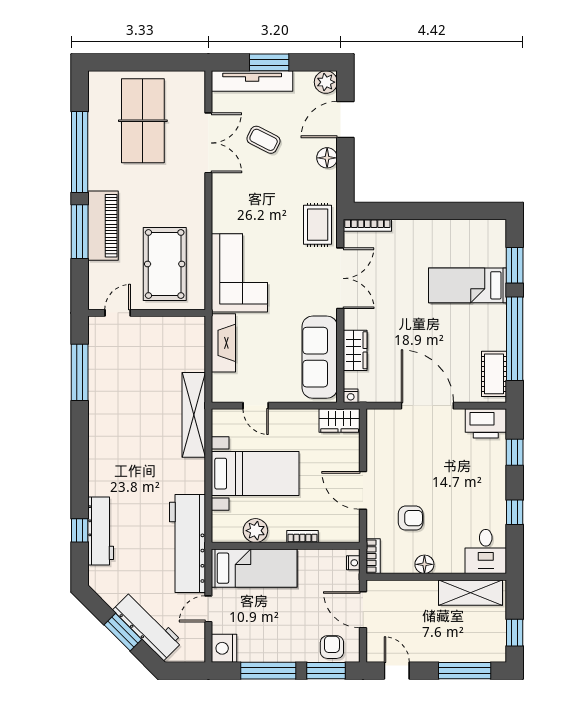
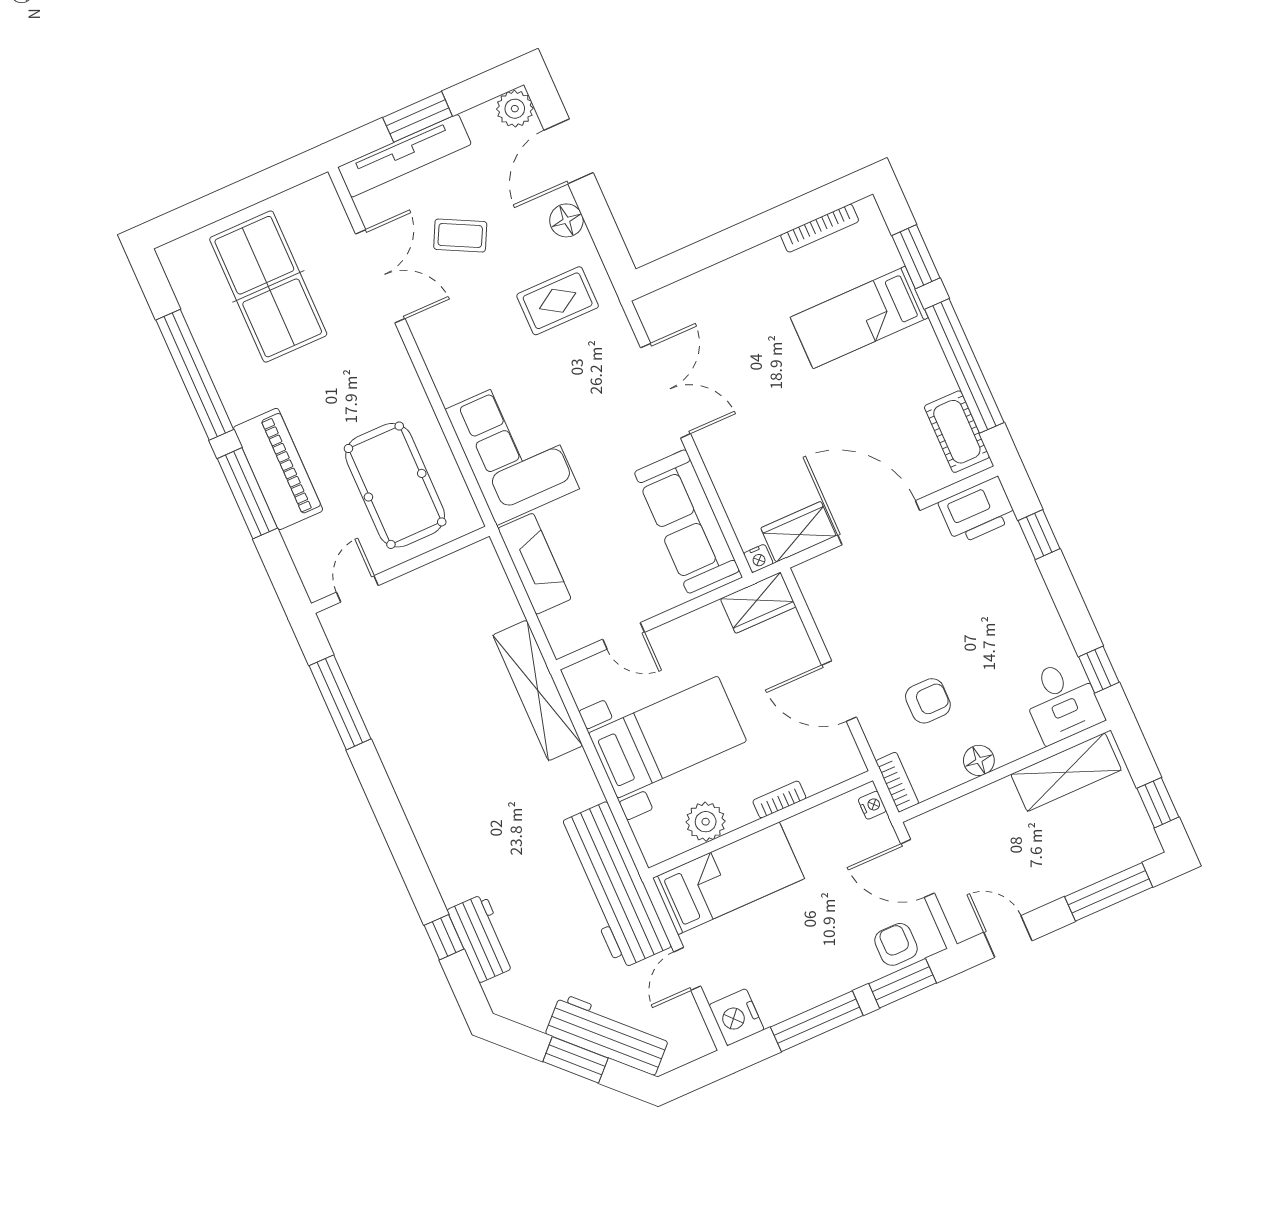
rug: (318, 225) -> (558, 301), moved, turned 90
bookcase: (367, 225) -> (820, 228), moved
wardrobe: (355, 350) -> (798, 532), moved, turned -90
window: (515, 512) -> (1099, 670), moved
workbench: (101, 531) -> (482, 938), width x0.73

